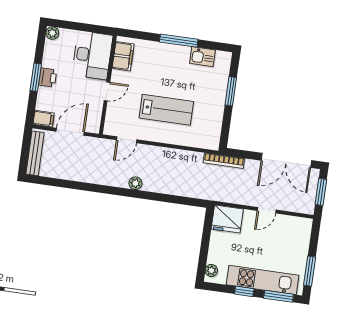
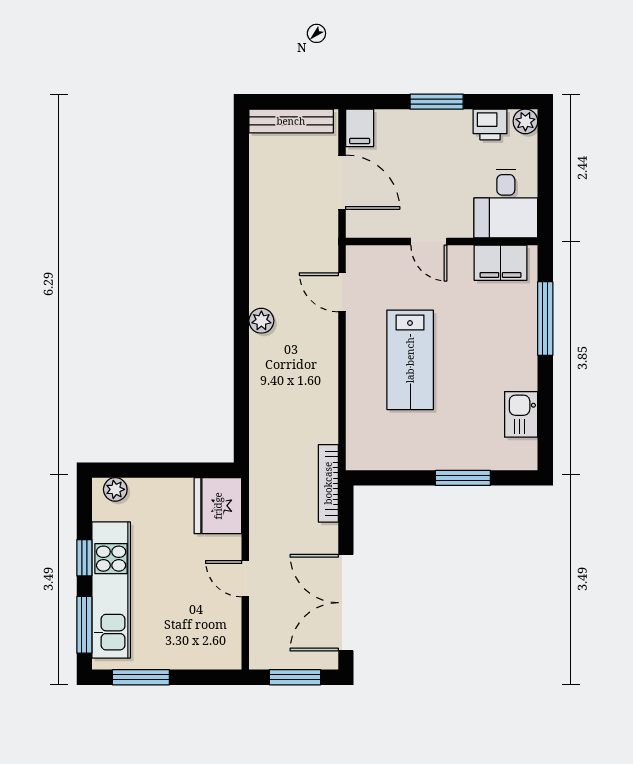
window: (179, 41) -> (545, 319), moved
desk: (92, 55) -> (506, 203), width x0.73
printer: (48, 77) -> (490, 124), moved

